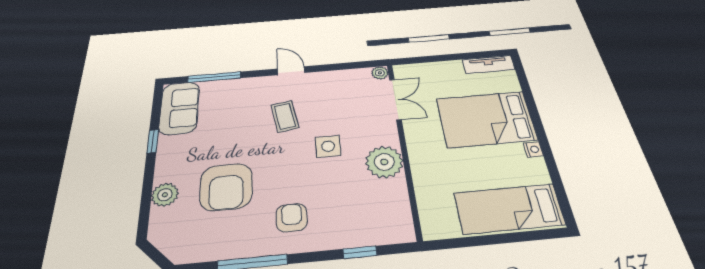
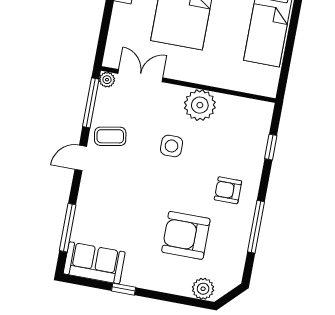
window: (351, 66) -> (91, 103), added
coffee table: (285, 116) -> (110, 136), moved
armchair: (226, 187) -> (186, 235), turned 180
plant: (165, 195) -> (203, 289), moved

